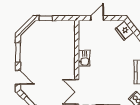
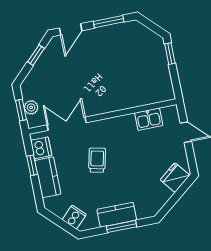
kitchen sink: (84, 58) -> (149, 119), moved
trolley: (103, 77) -> (97, 160), added

